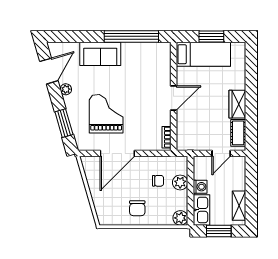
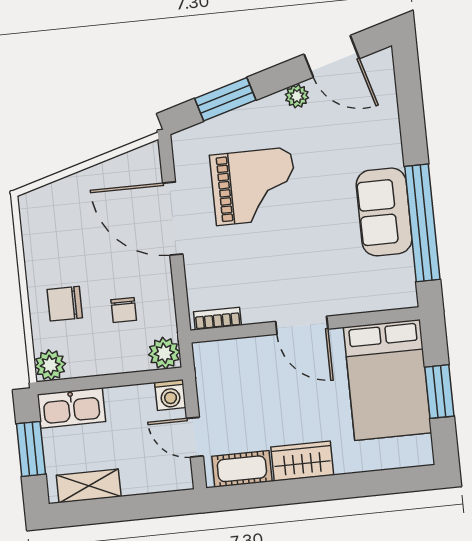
sofa: (100, 54) -> (384, 212), moved
bed: (203, 54) -> (387, 380), width x1.50
plant: (180, 182) -> (164, 353), moved
washing machine: (200, 187) -> (170, 395), moved
chair: (137, 208) -> (65, 304), moved

